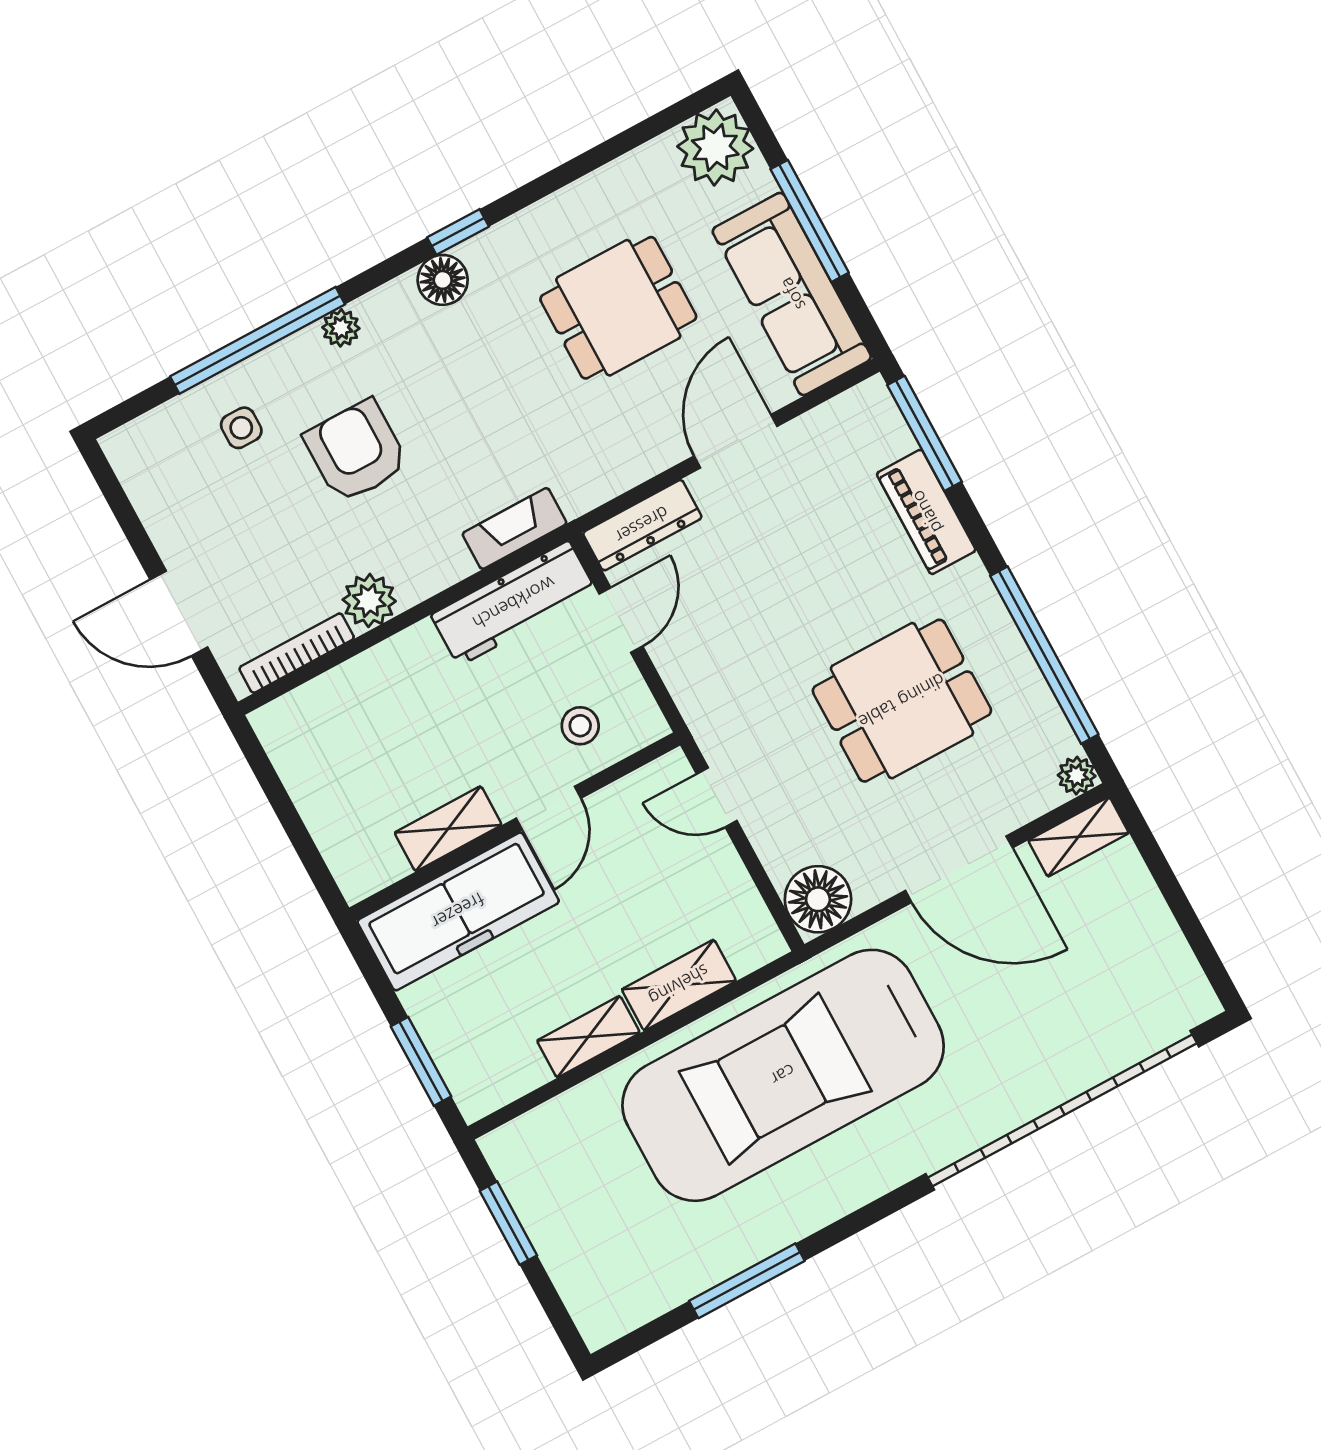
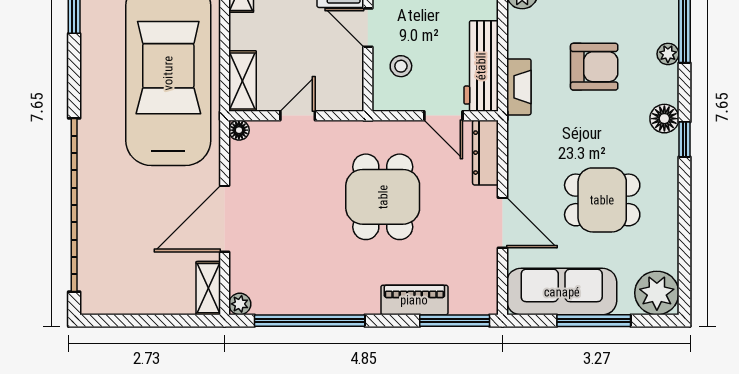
dining table: (618, 308) -> (602, 200), turned 90
armchair: (356, 451) -> (594, 67), moved
dining table: (902, 701) -> (383, 197), moved
door: (717, 797) -> (298, 116), moved
floor lamp: (818, 899) -> (239, 130), width x0.53, depth x0.53
shelving: (679, 985) -> (243, 81), moved

